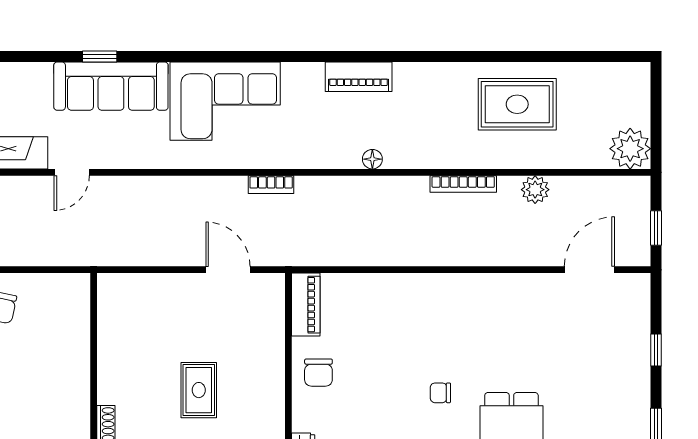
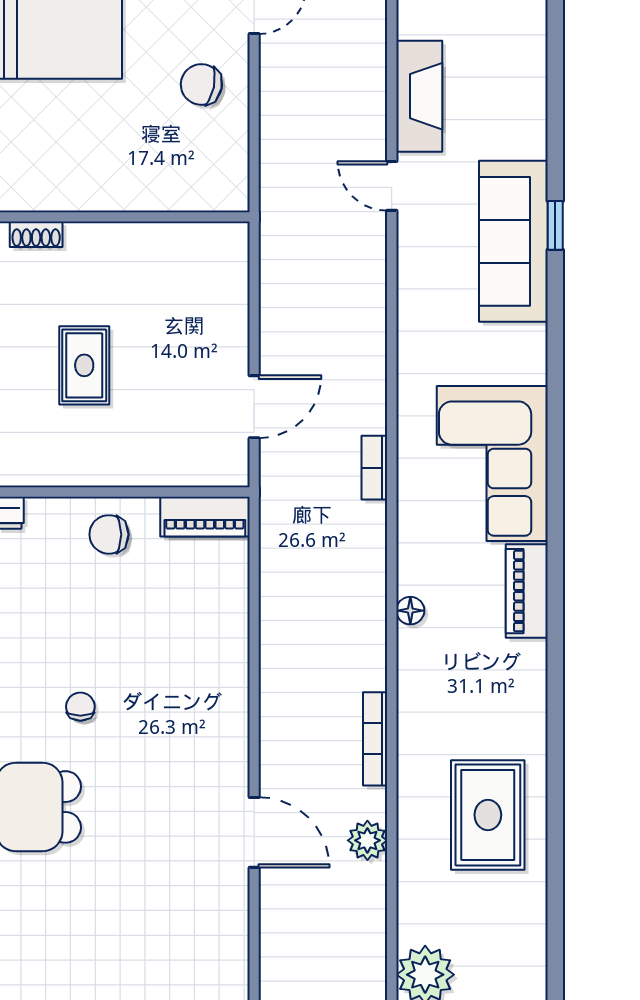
corner sofa: (225, 101) -> (492, 463), moved
door: (589, 270) -> (254, 832), moved
rug: (199, 390) -> (84, 365), turned 90

